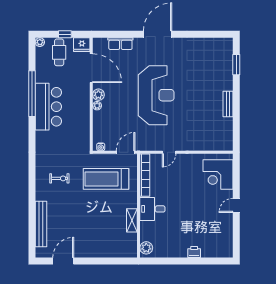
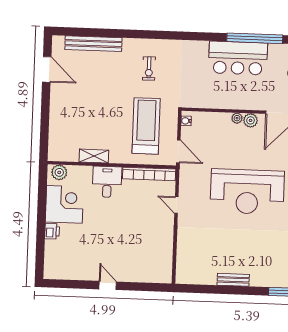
corner desk: (218, 175) -> (64, 204), moved, turned 90

